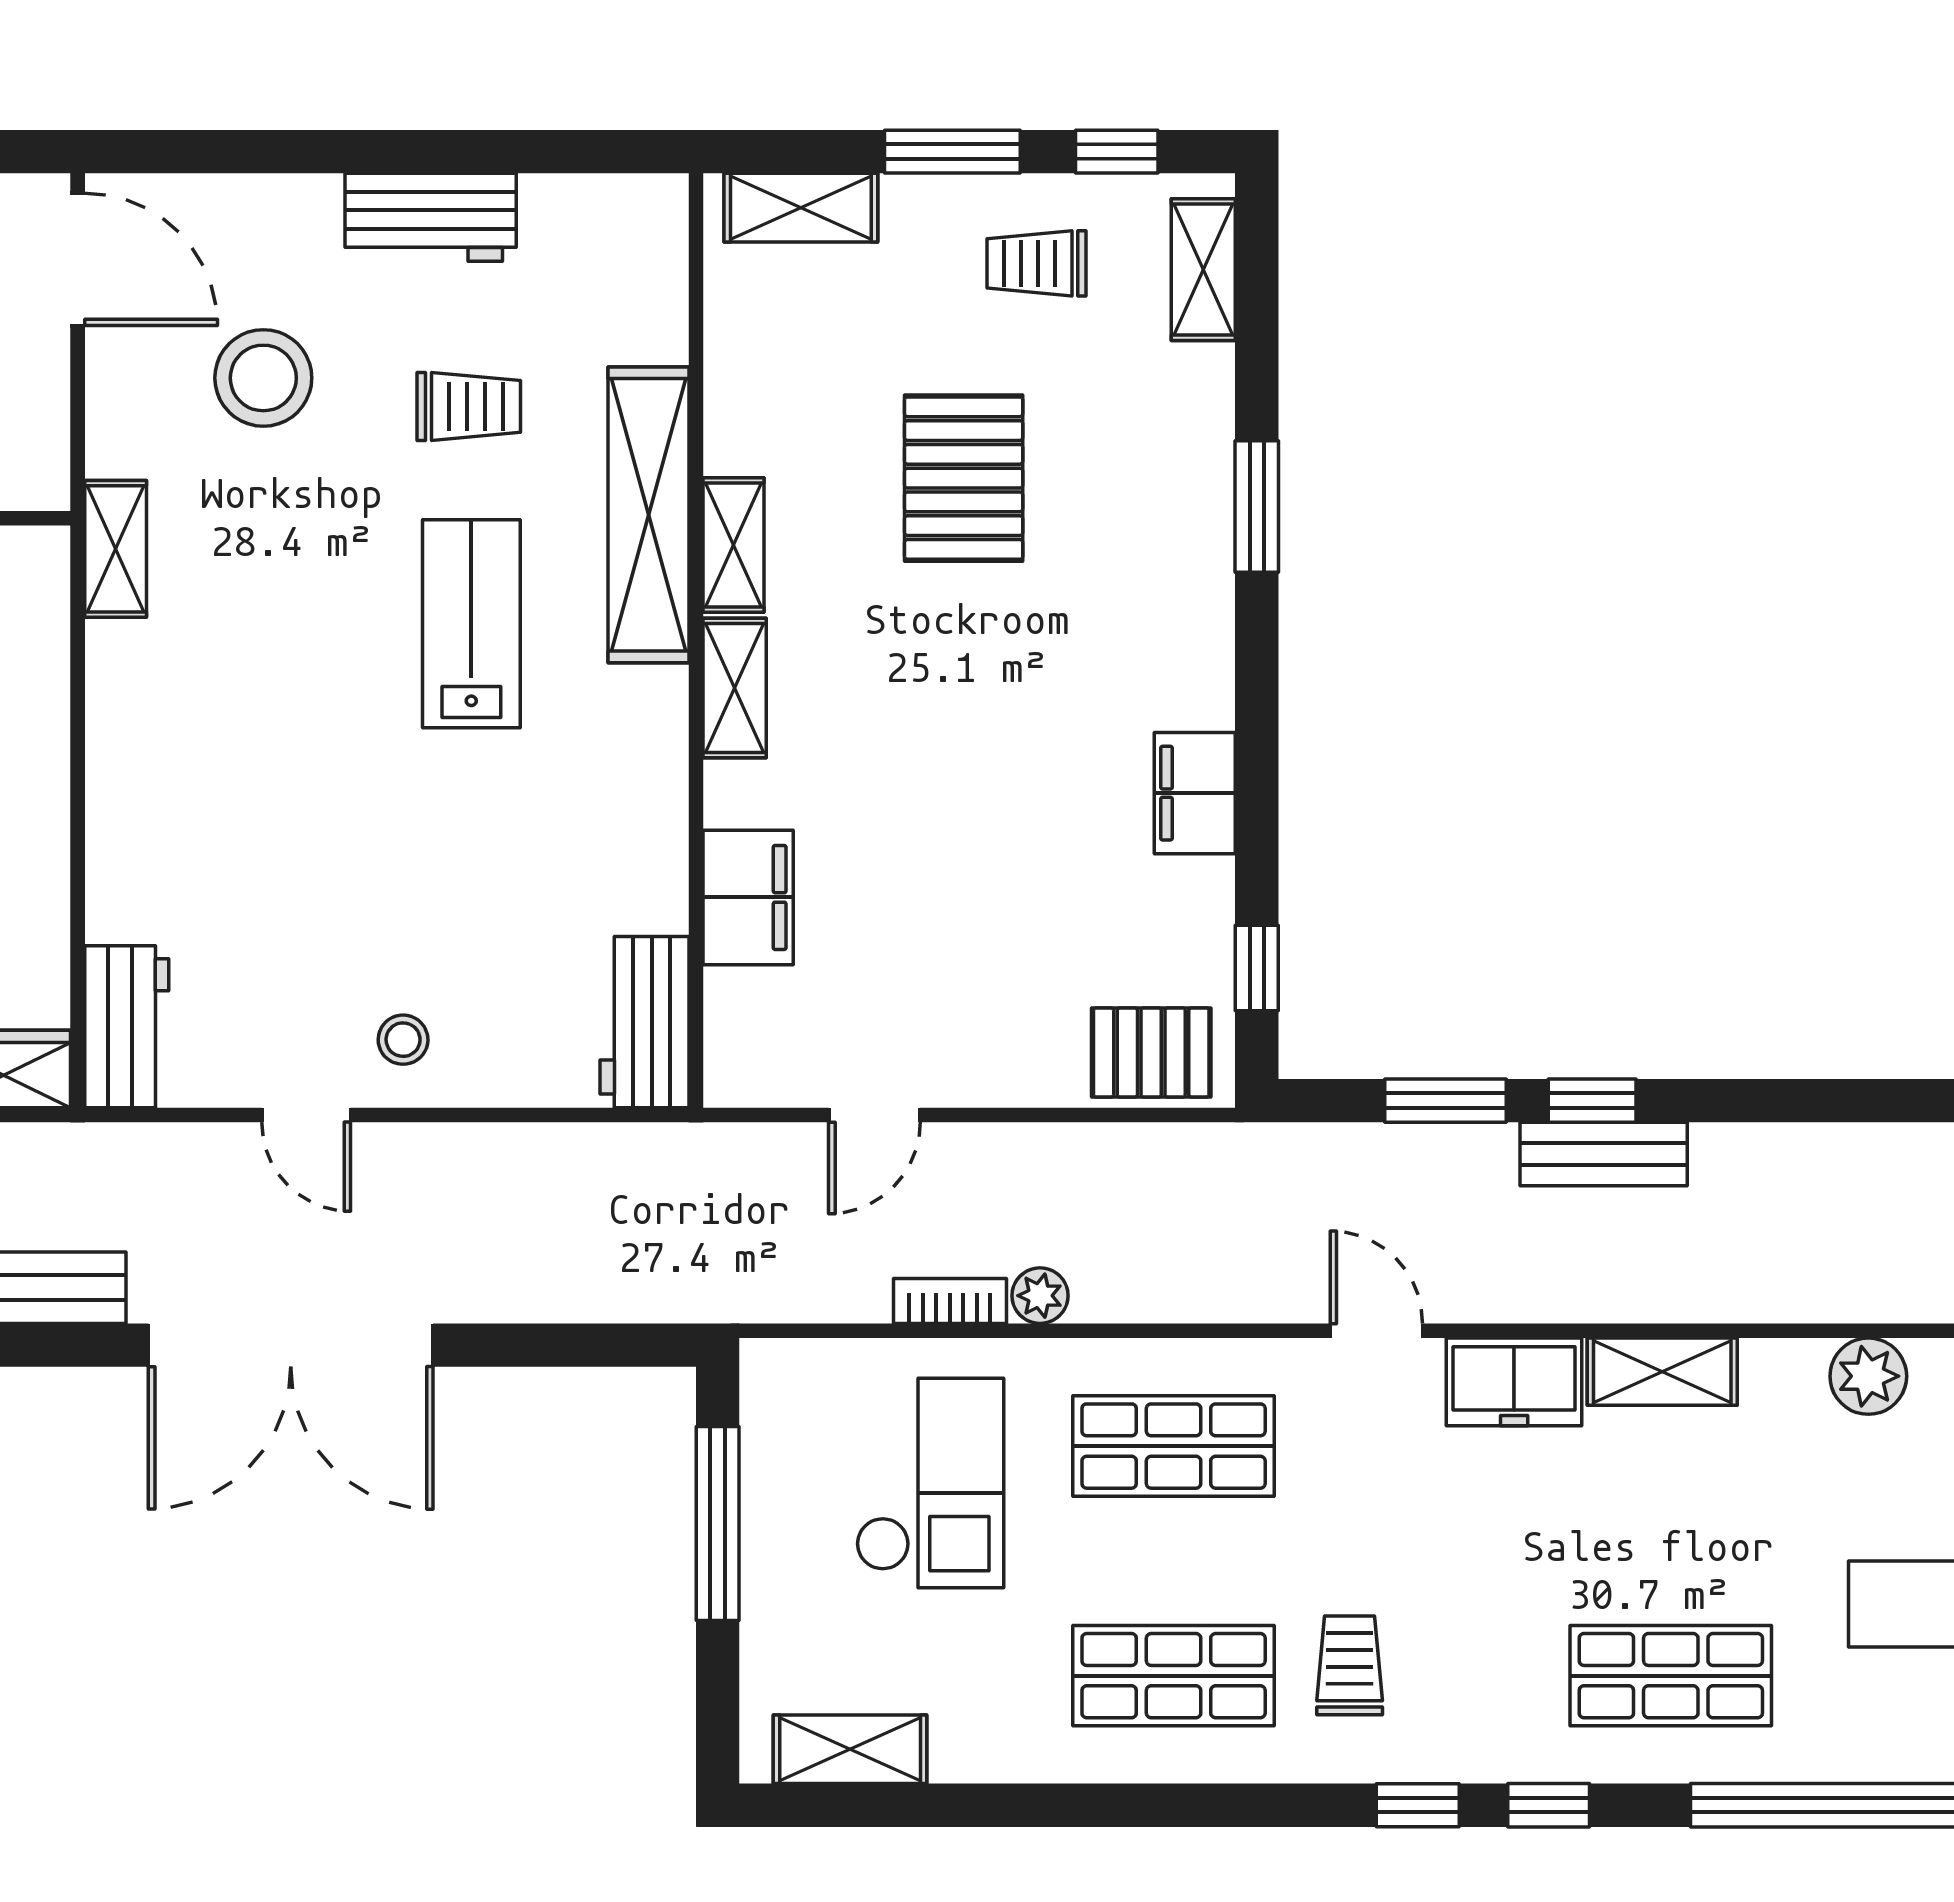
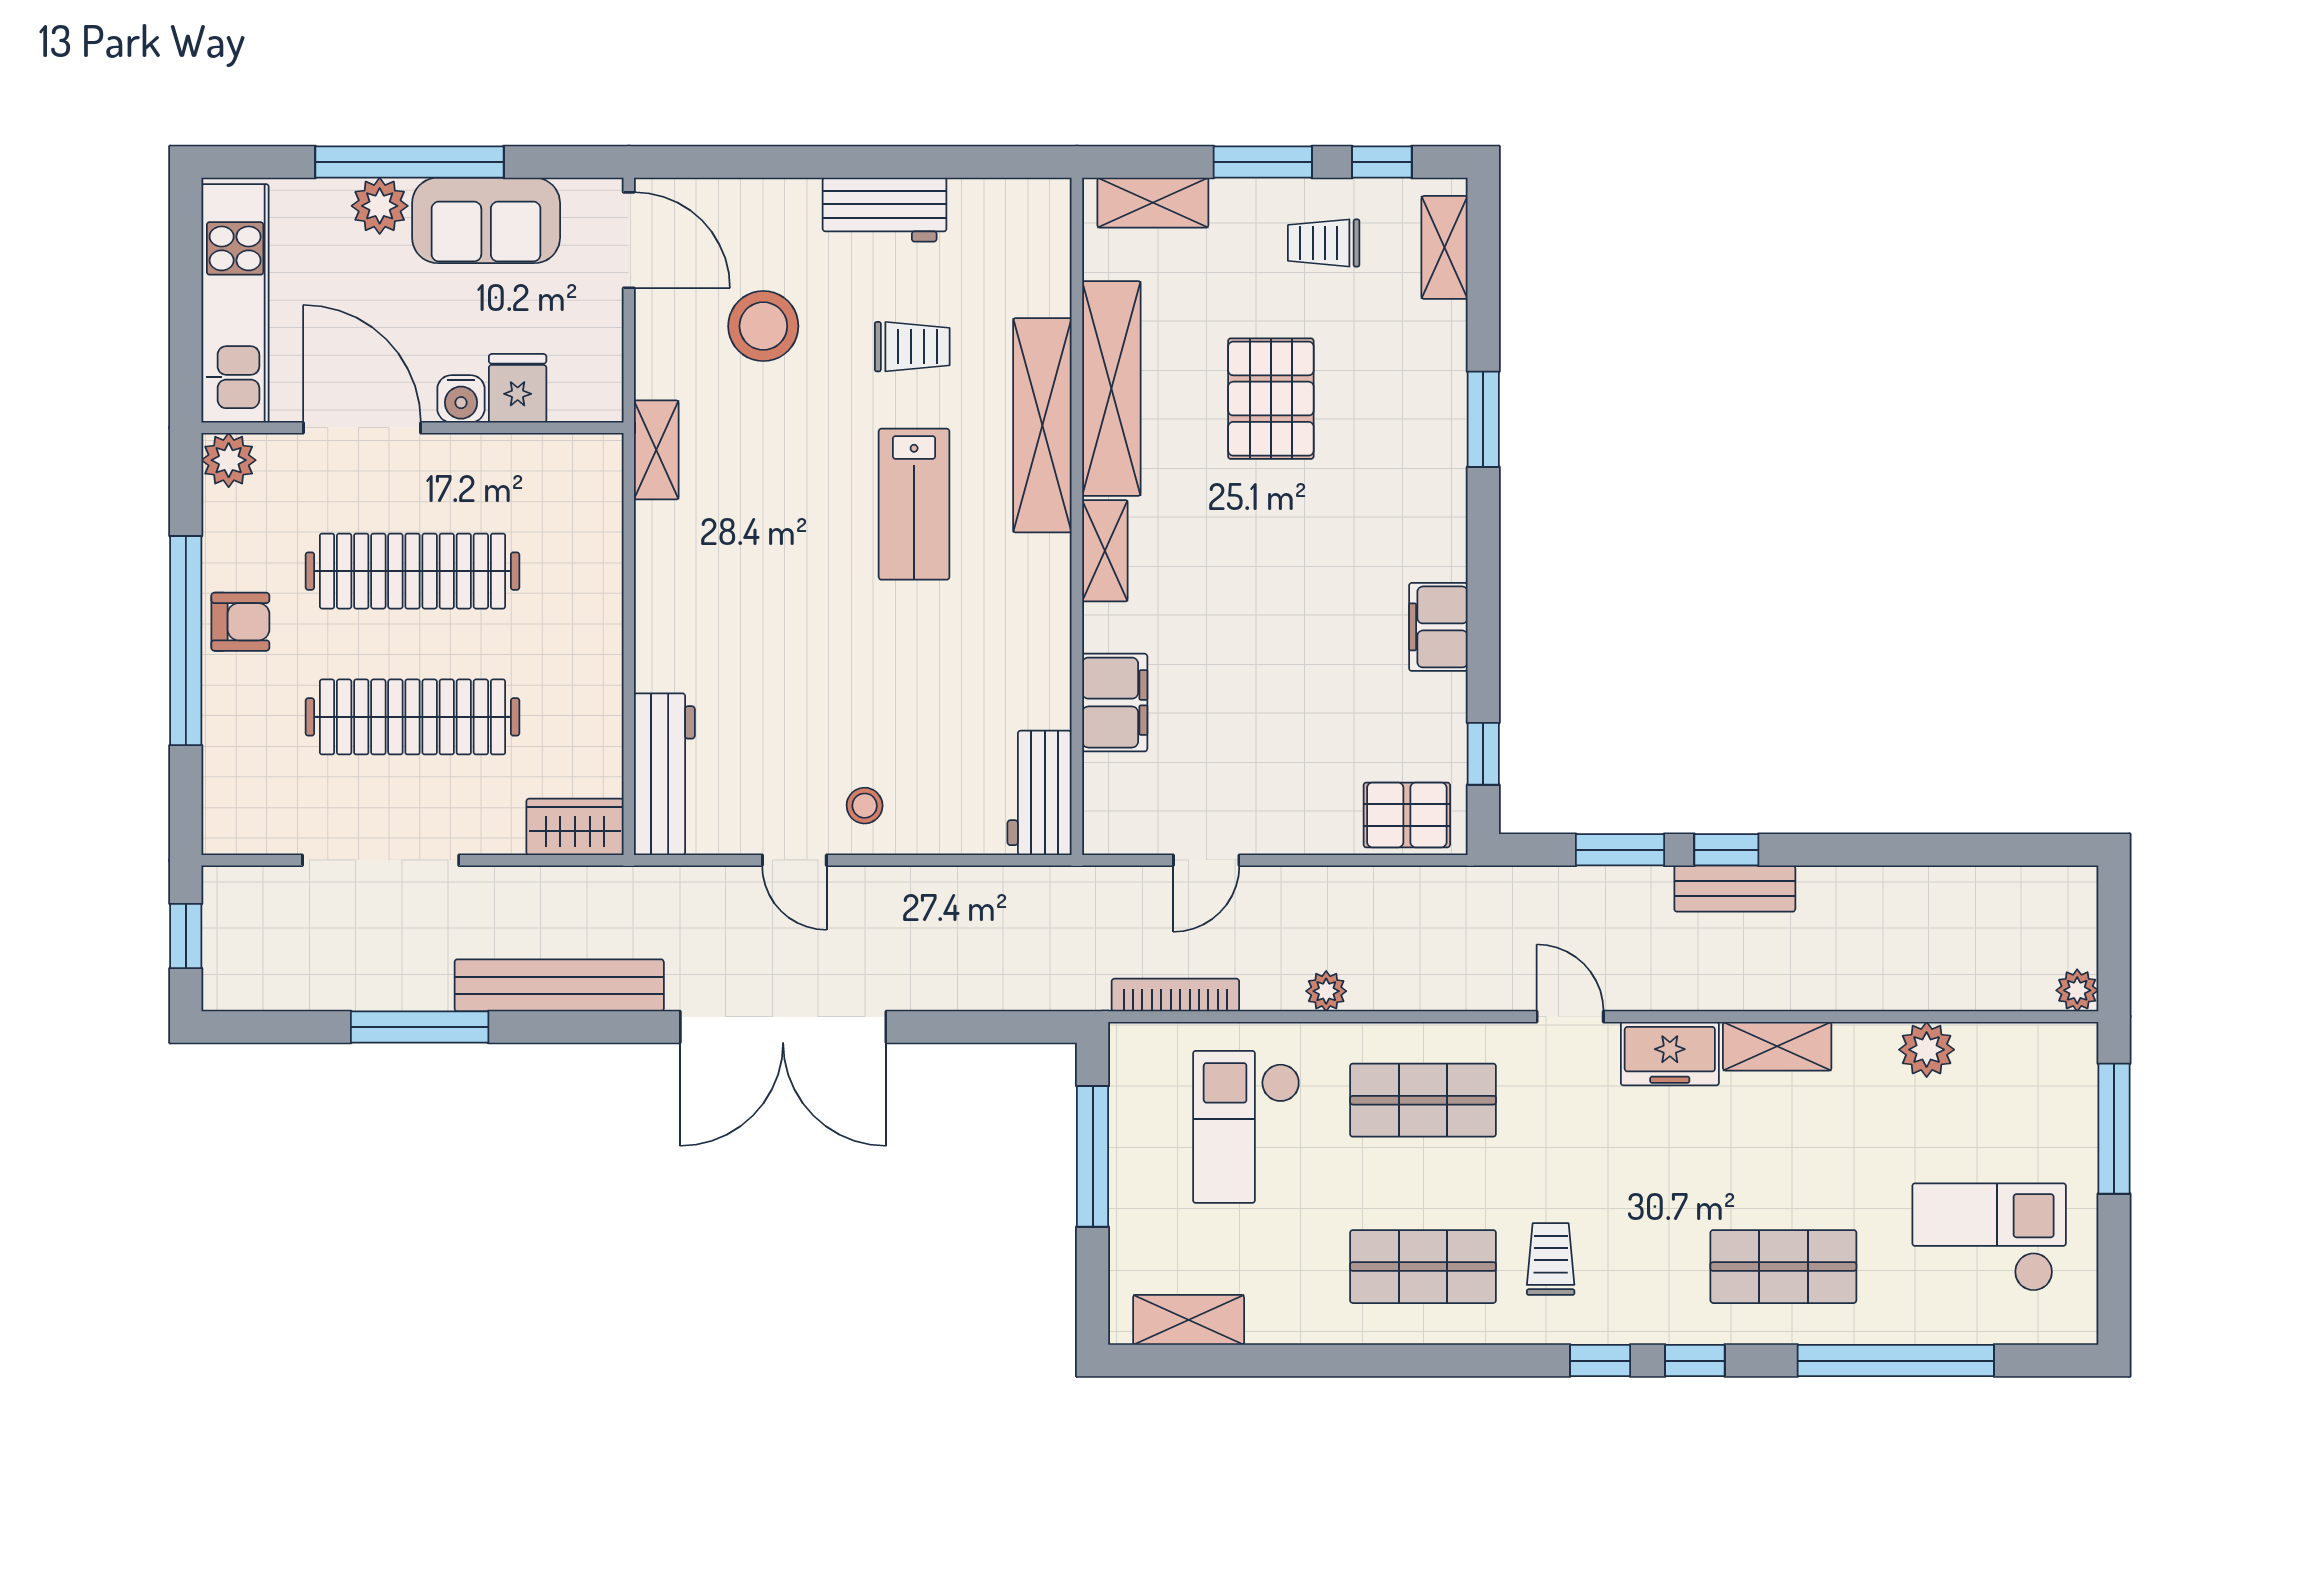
shelving: (733, 545) -> (1111, 389), width x2.20, depth x1.33
lab bench: (471, 624) -> (914, 504), turned 180
workbench: (127, 1027) -> (664, 774), width x1.38
bookcase: (950, 1301) -> (1175, 995), moved, width x1.56
checkout: (930, 1483) -> (1246, 1127), turned 180

